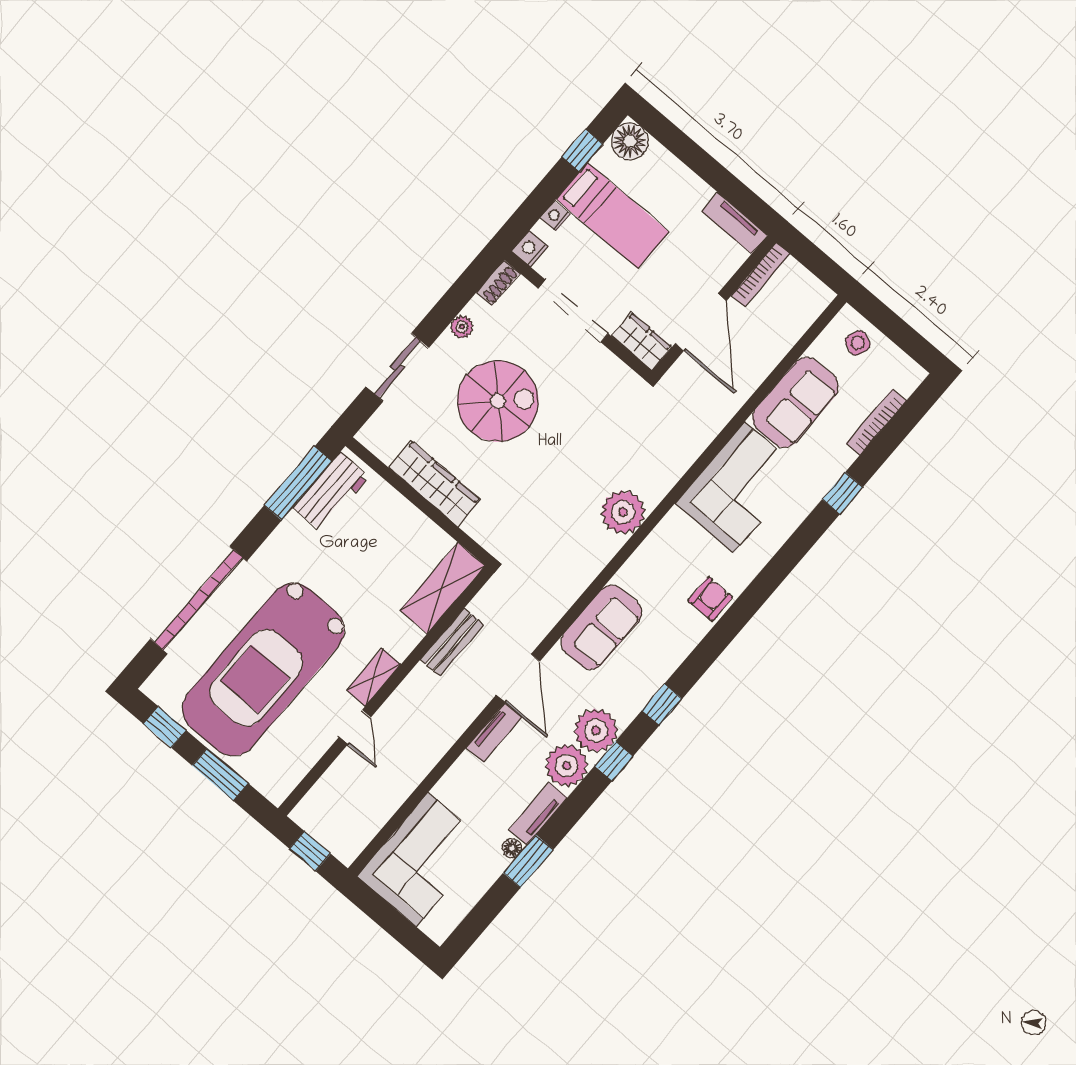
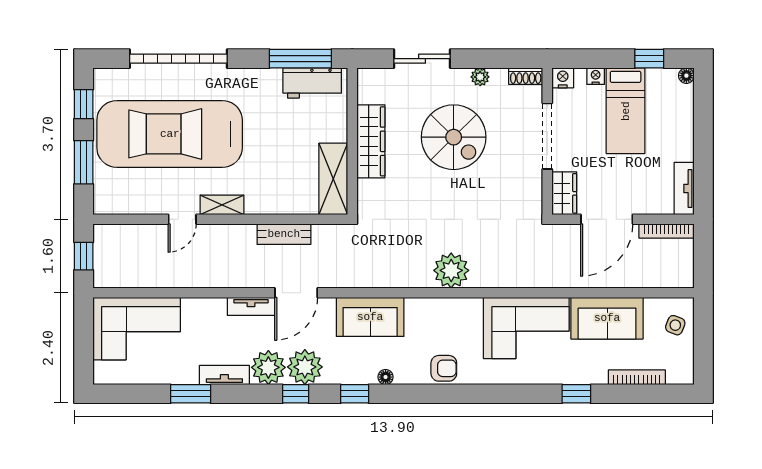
floor lamp: (630, 141) -> (686, 76), width x0.53, depth x0.53
shelving: (443, 588) -> (333, 179), moved, turned 90
floor lamp: (512, 848) -> (386, 377), moved

